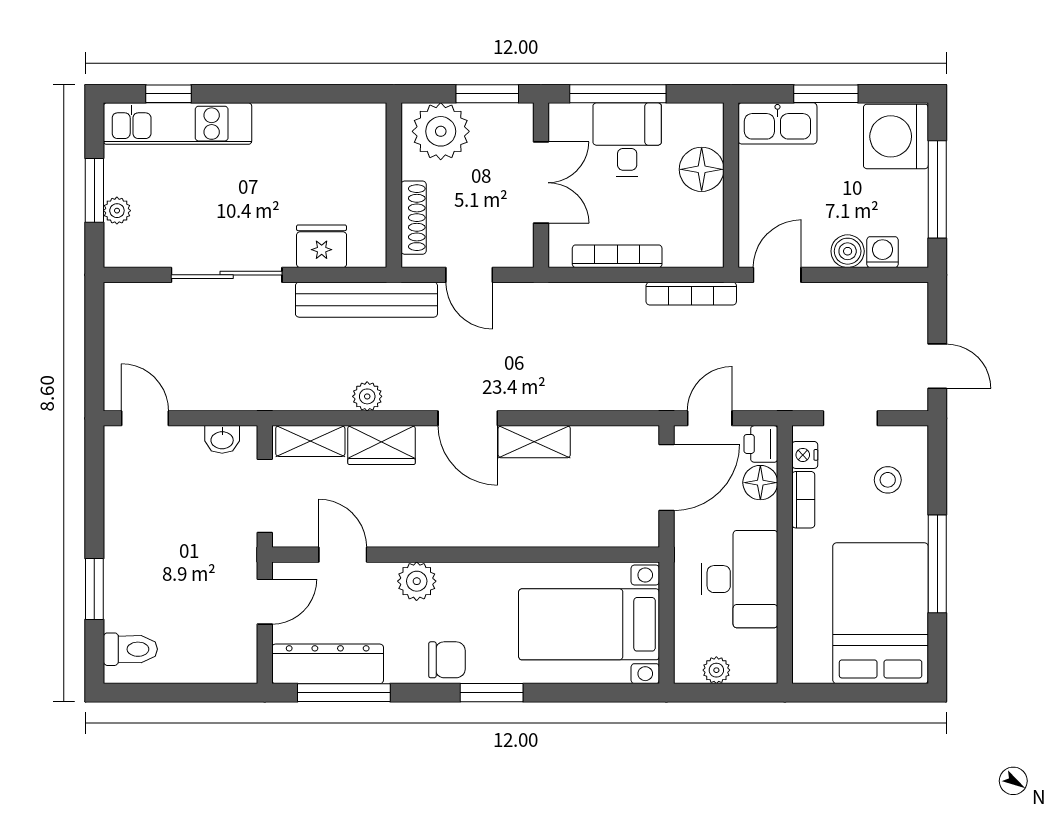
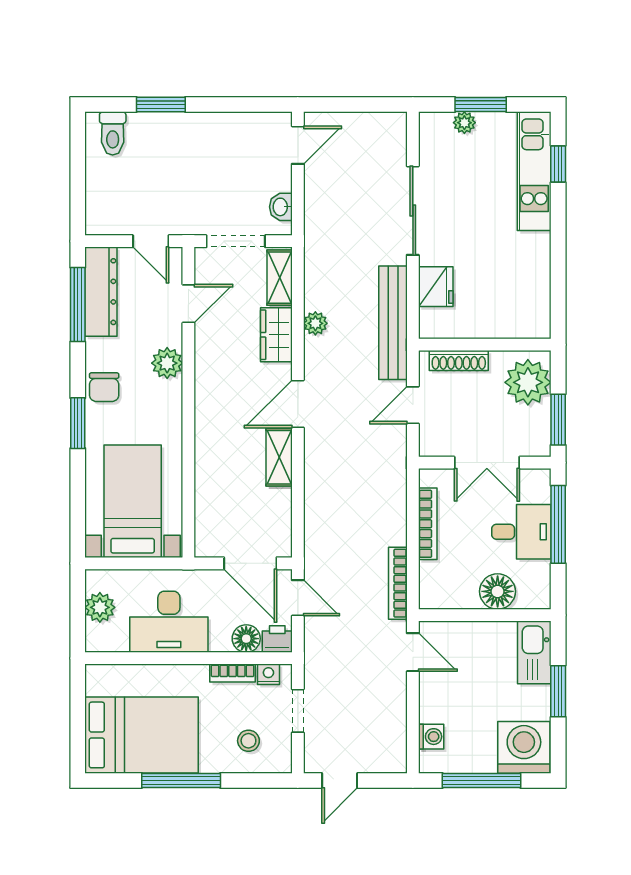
boiler: (848, 251) -> (432, 709), removed
plant: (716, 670) -> (100, 607), width x1.38, depth x1.38

